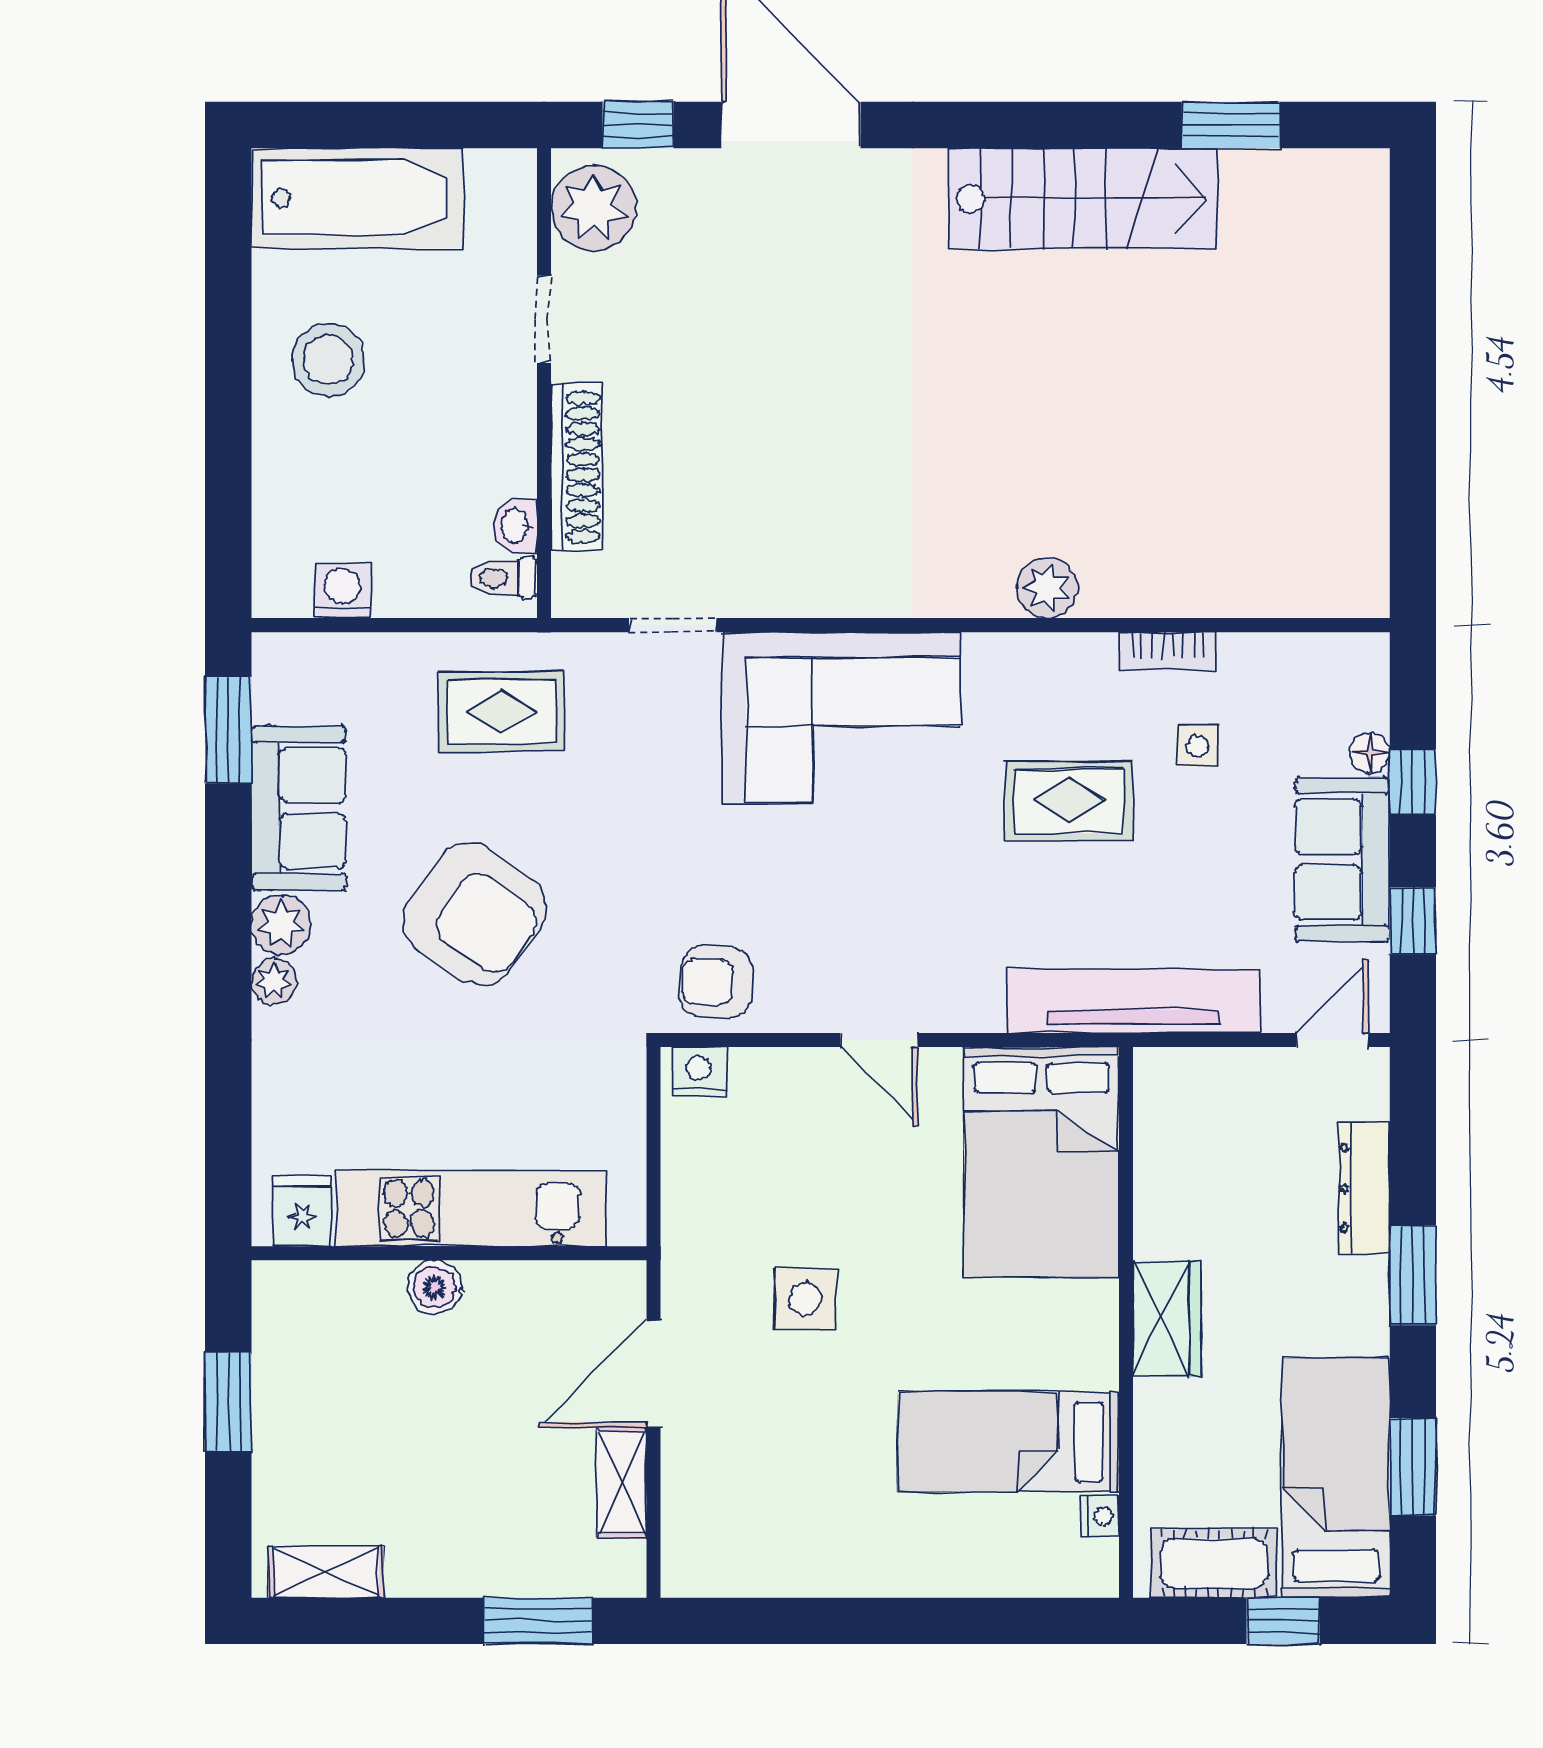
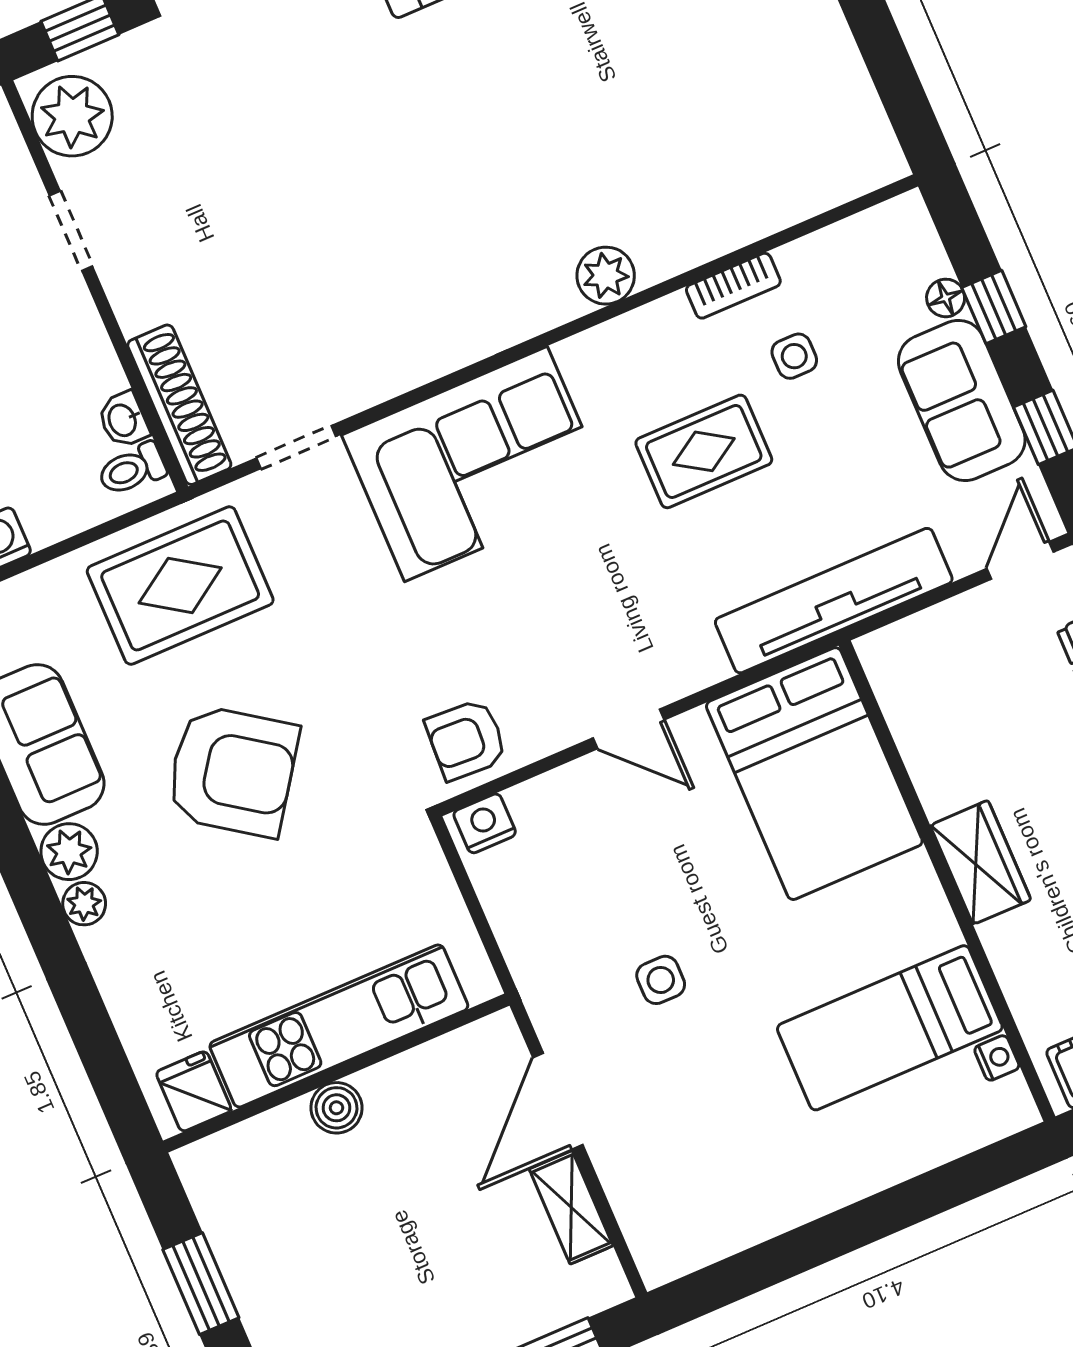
shoe rack: (577, 467) -> (179, 405), moved
rug: (502, 711) -> (180, 585), width x1.36, depth x1.43
side table: (805, 1299) -> (661, 980), width x0.73, depth x0.73

